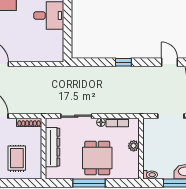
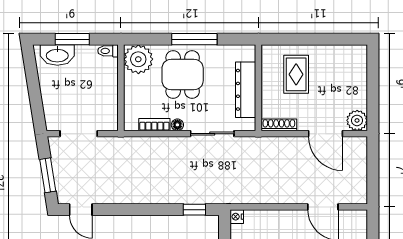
nightstand: (59, 57) -> (237, 217), added
window: (123, 62) -> (194, 210), moved
plant: (134, 146) -> (138, 59), moved, width x1.87, depth x1.87

